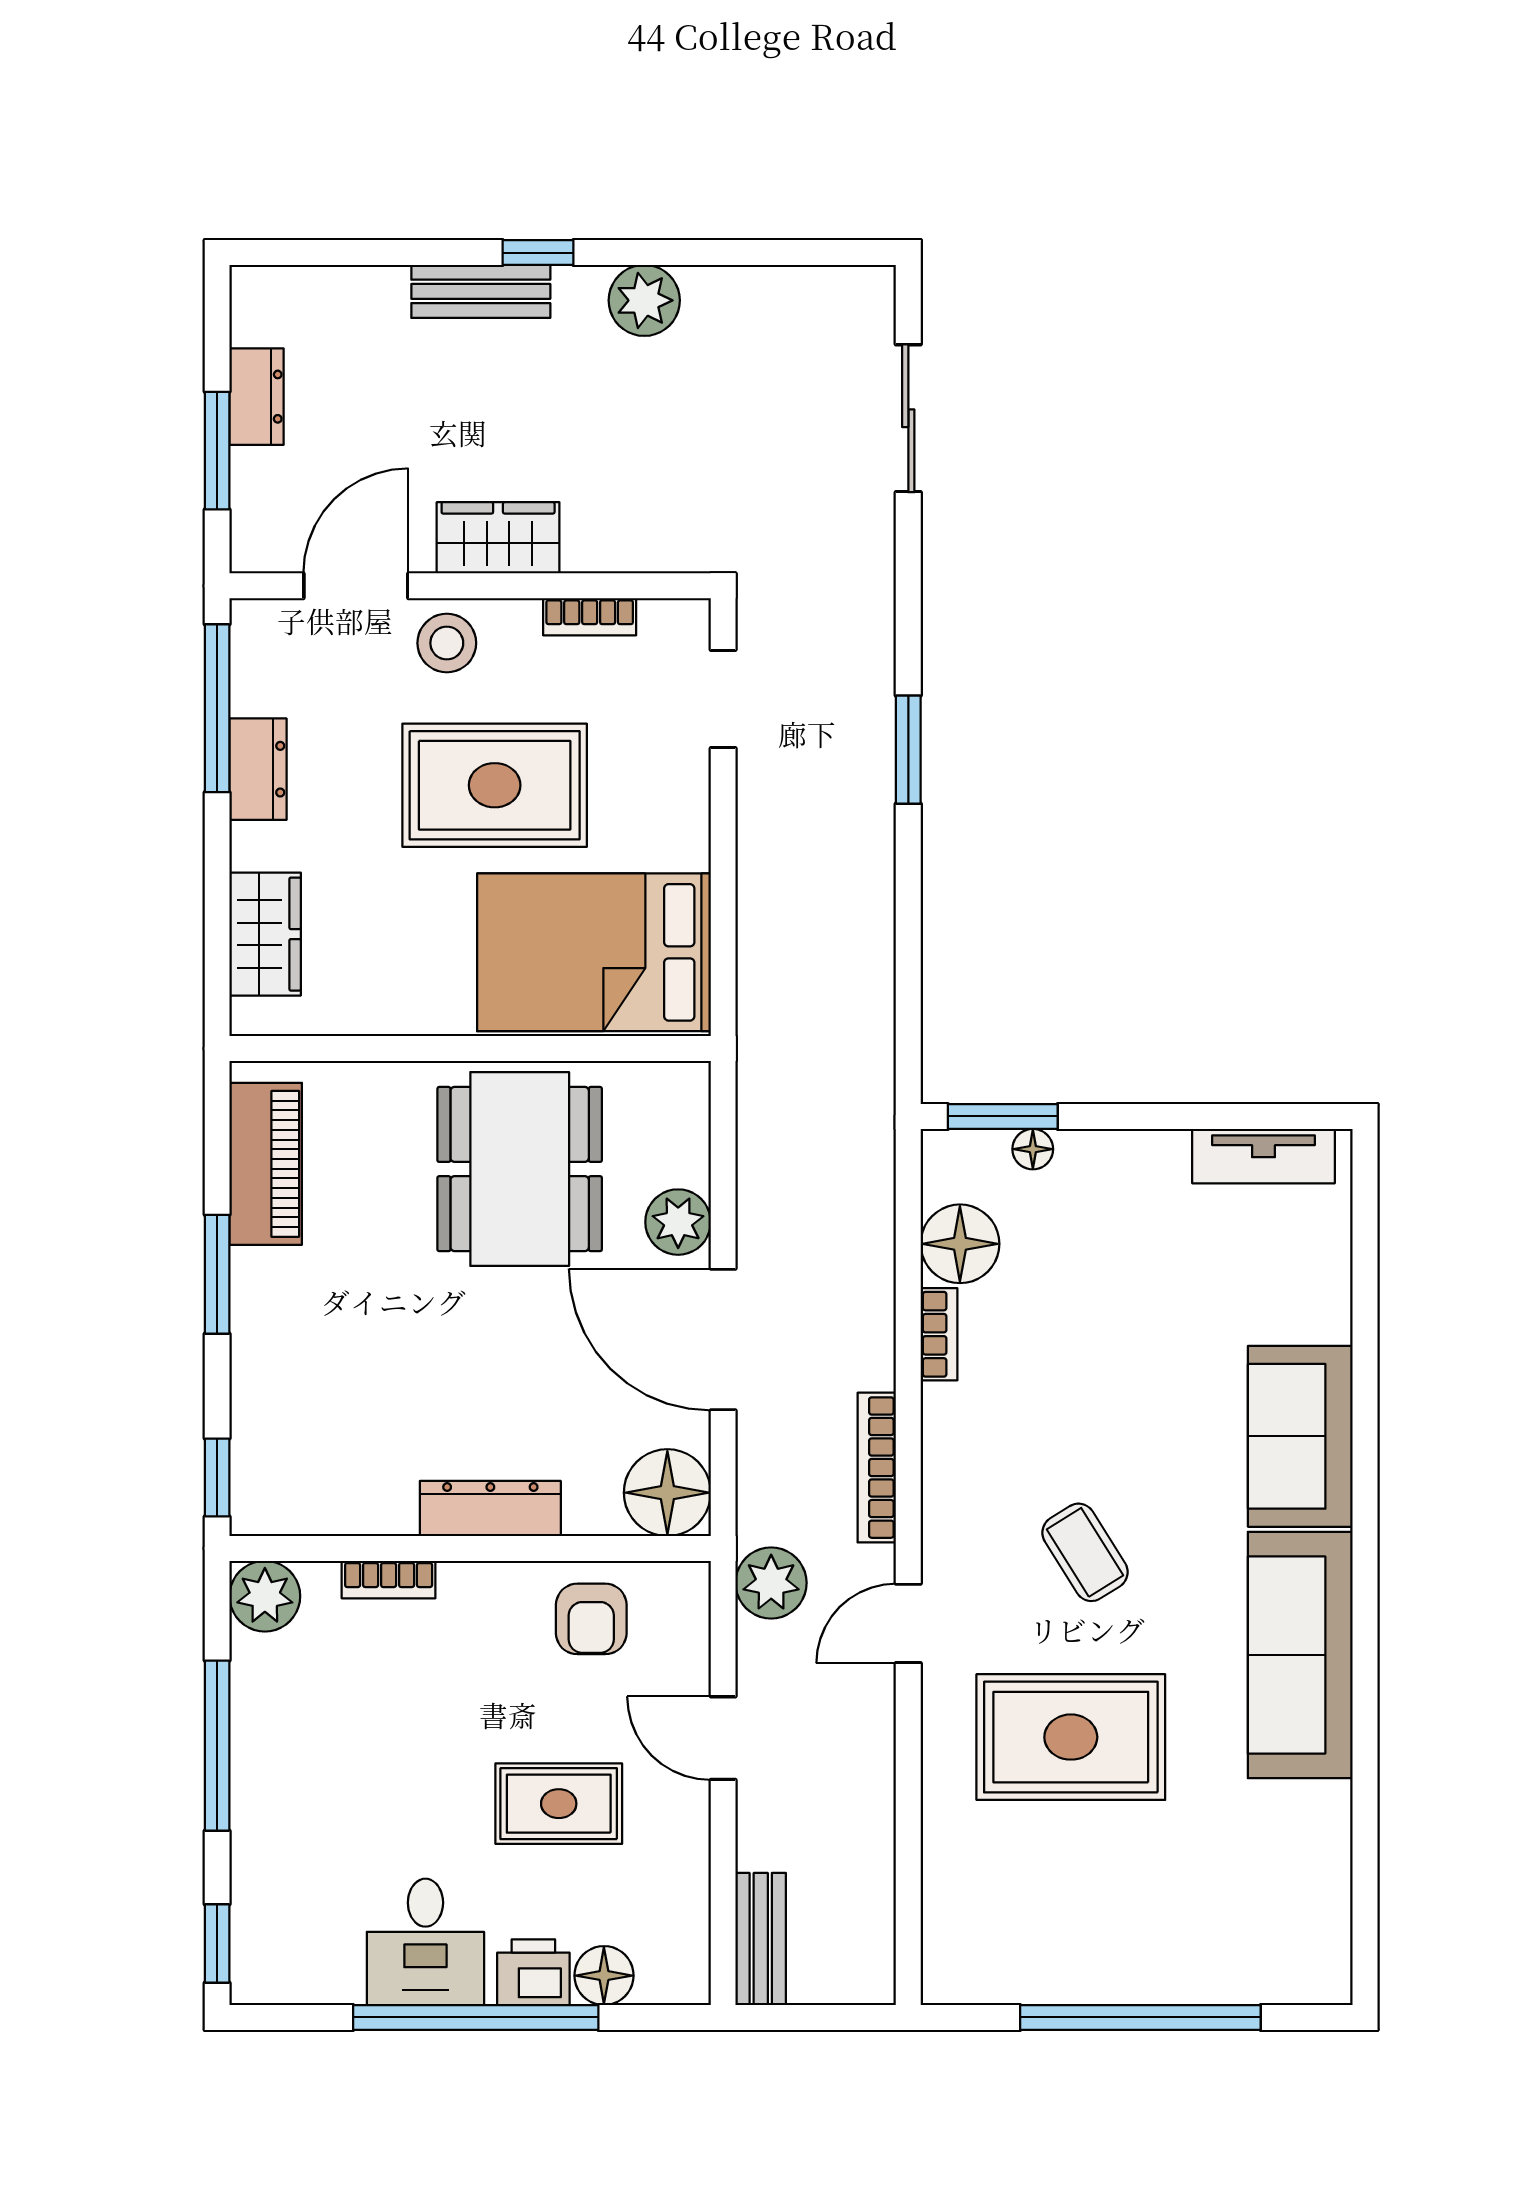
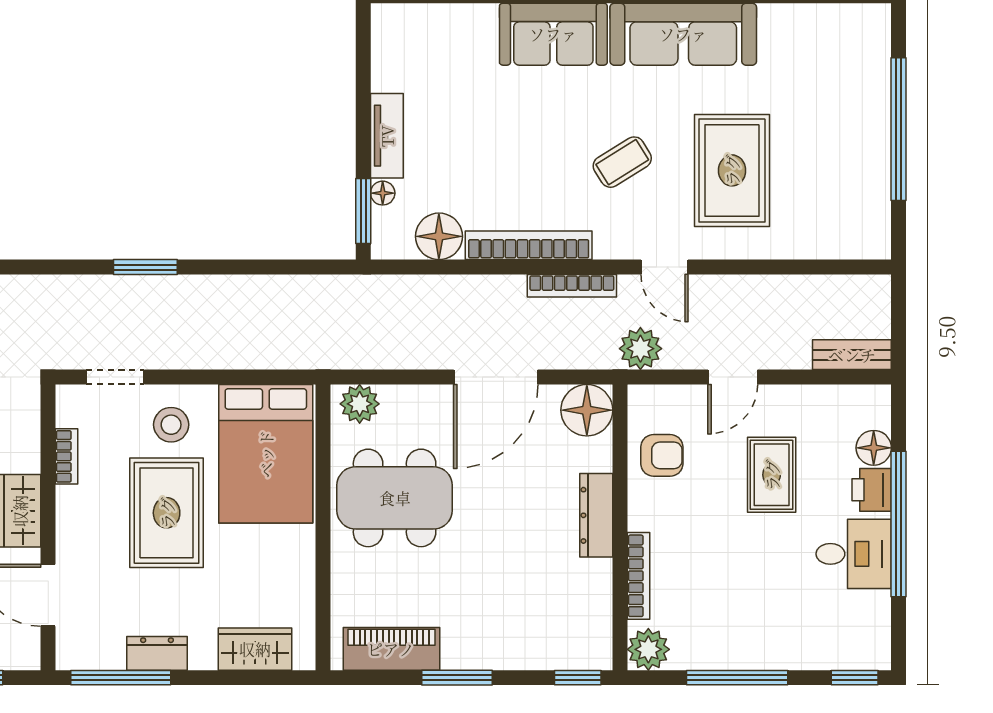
stool: (447, 643) -> (171, 425), moved
tv unit: (1263, 1156) -> (387, 136), moved
plant: (678, 1222) -> (360, 404), moved
bookcase: (939, 1334) -> (529, 245), width x2.31, depth x1.31
bookcase: (389, 1580) -> (638, 576), width x1.56

